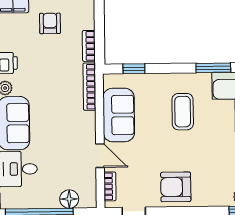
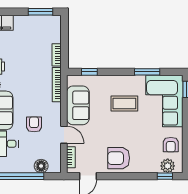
armchair: (50, 23) -> (34, 124), moved
coffee table: (183, 112) -> (124, 103), turned 90

